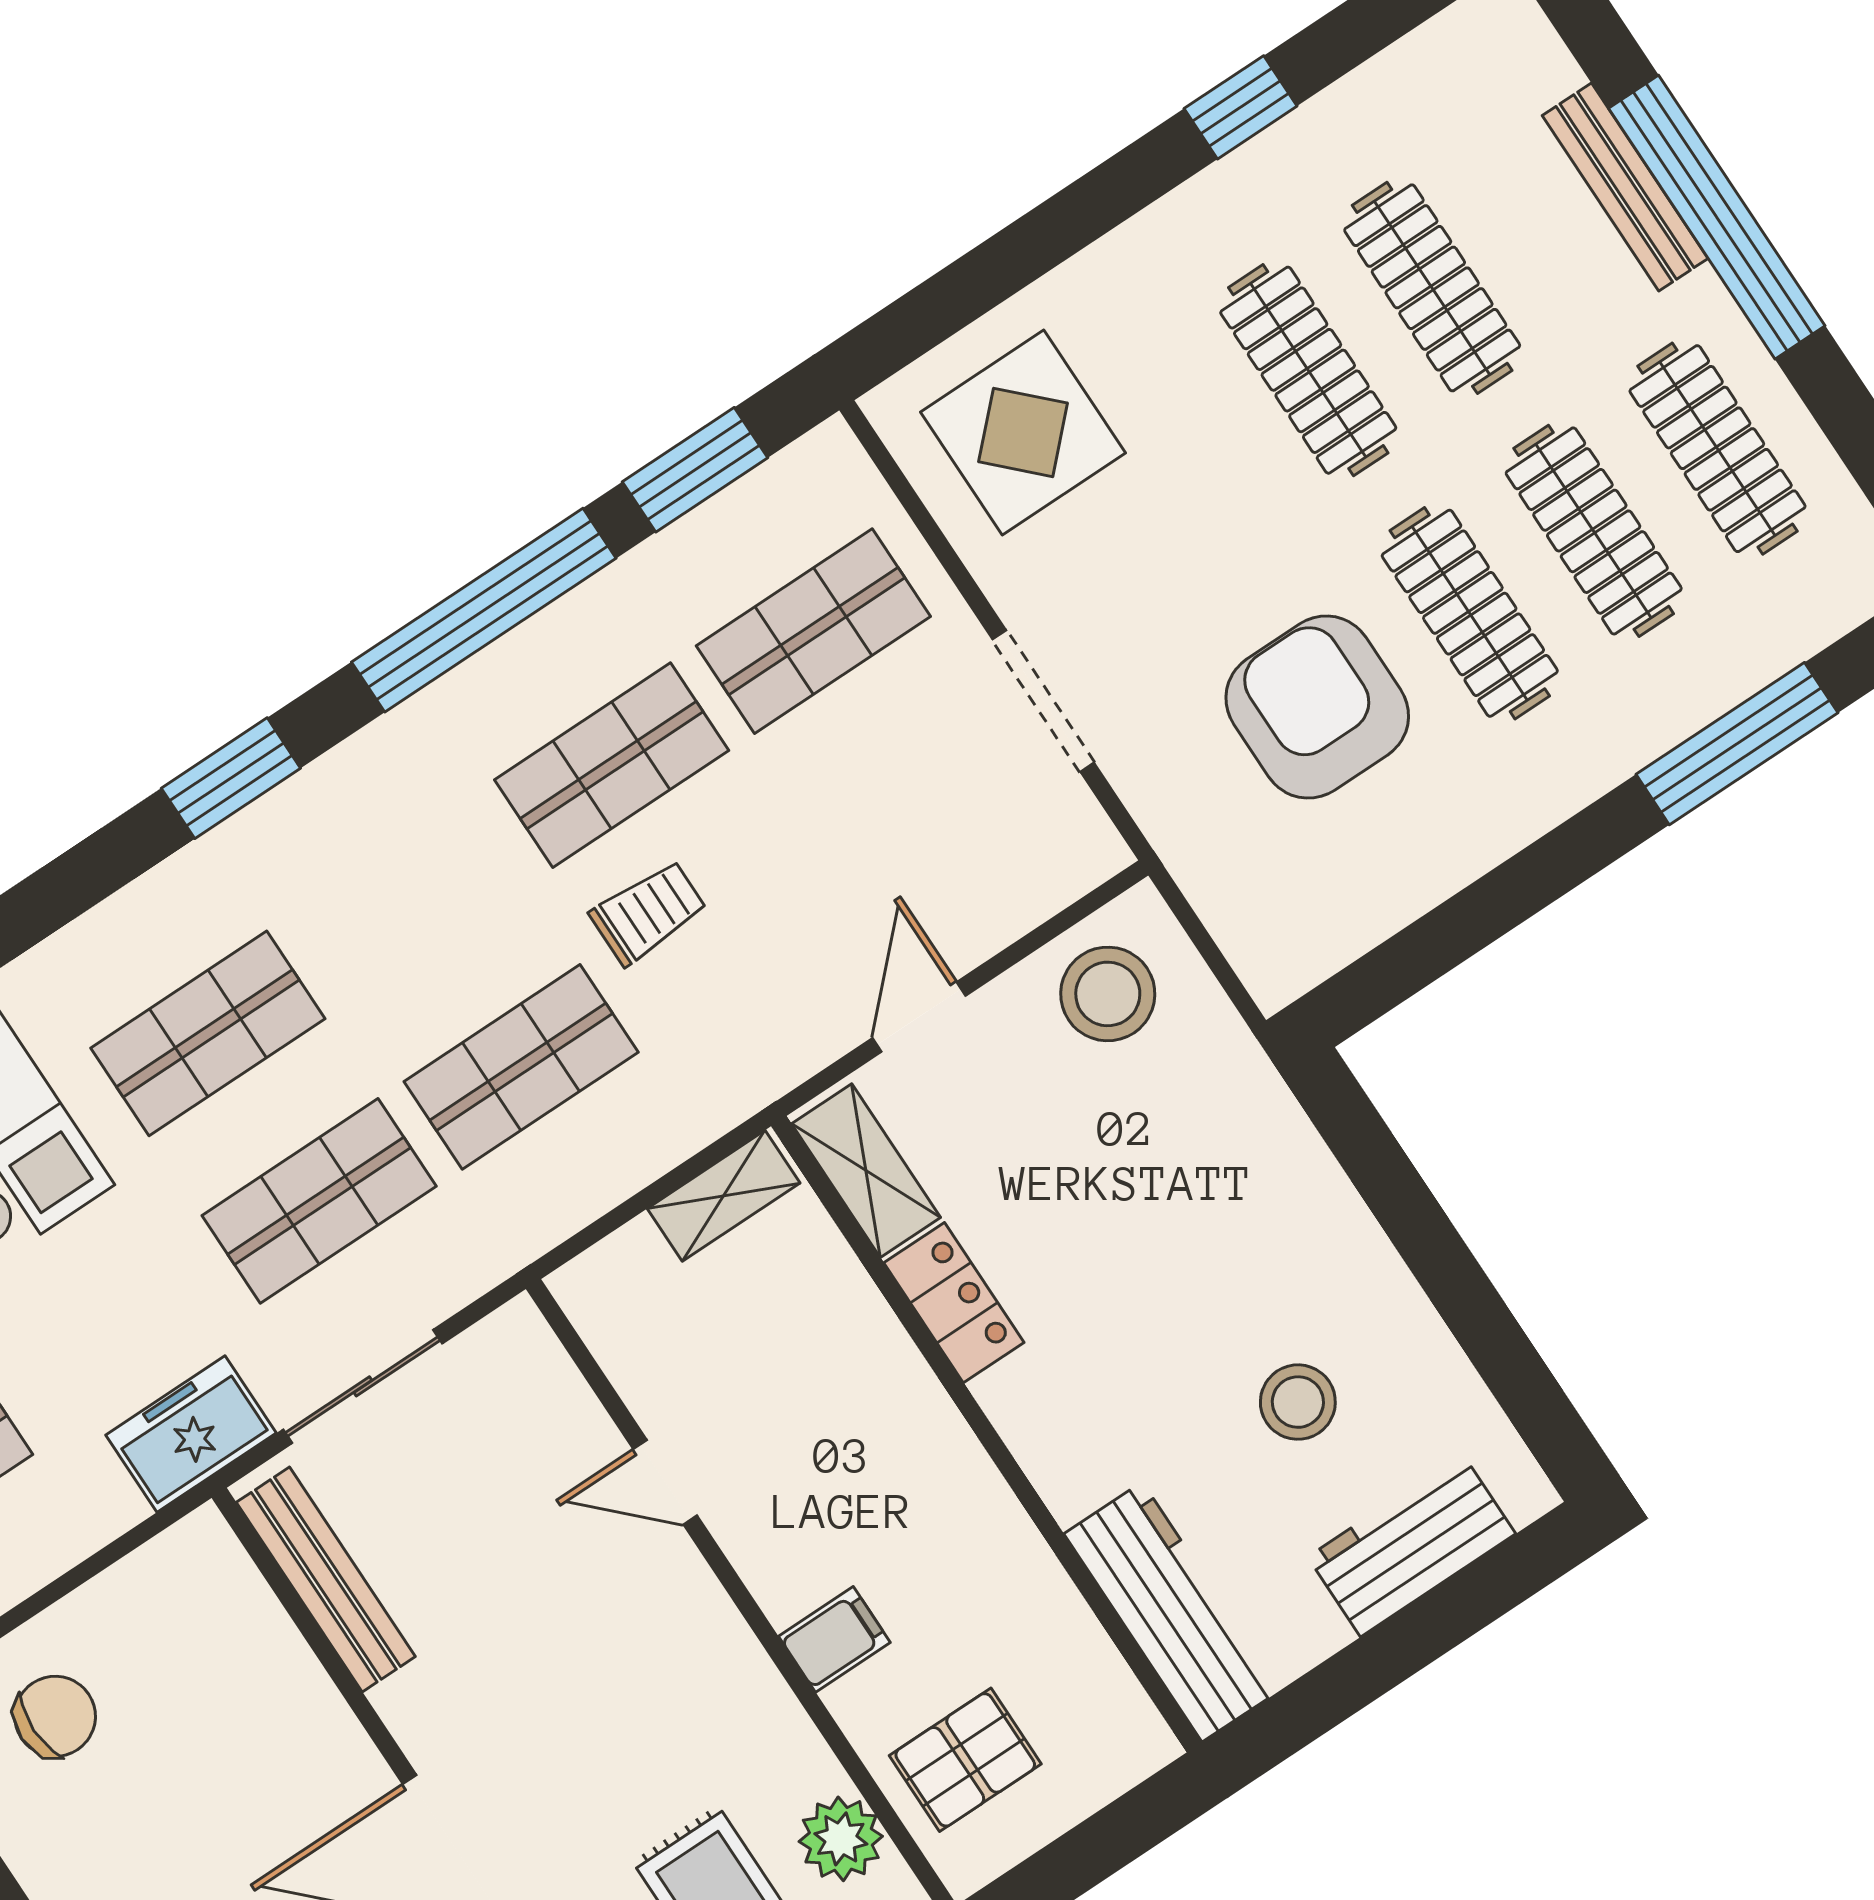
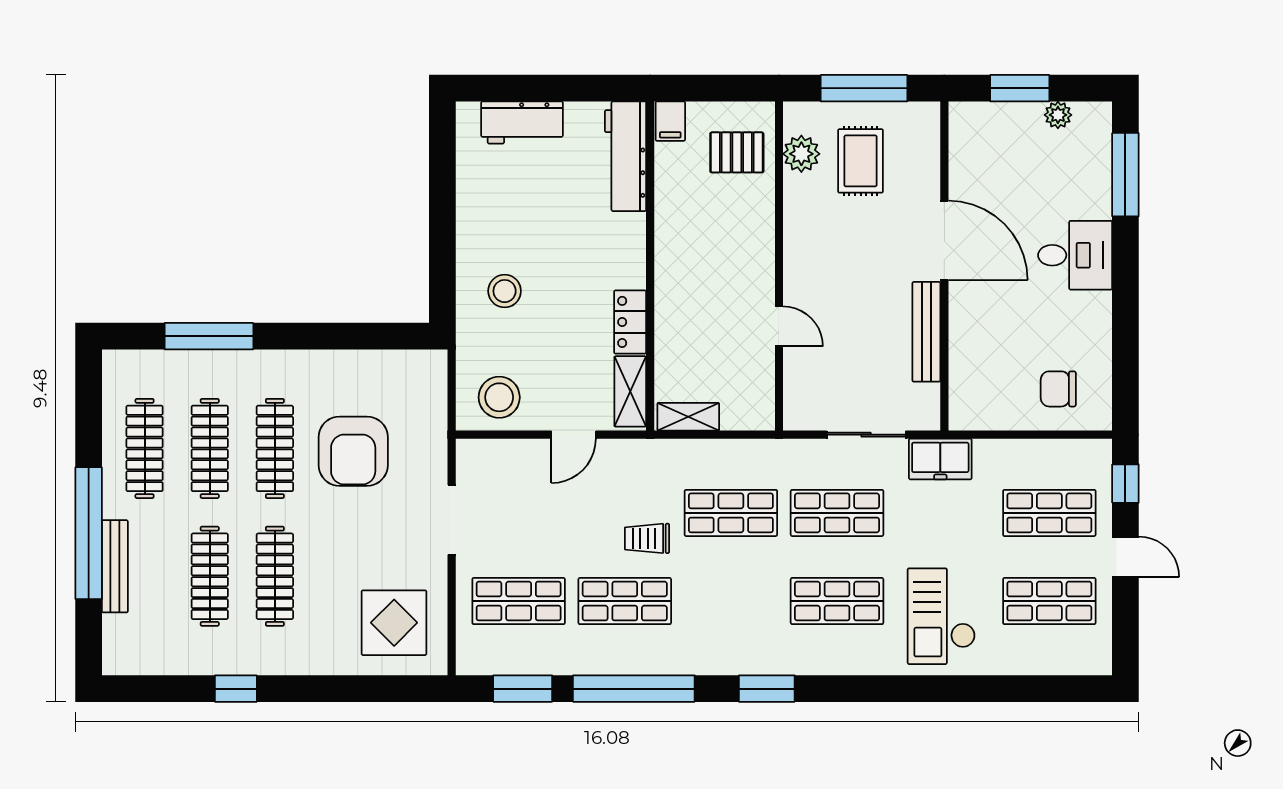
stool: (1298, 1402) -> (505, 291), moved
bench: (326, 1579) -> (926, 332), moved
filing cabinet: (834, 1639) -> (670, 121), moved, turned -90

